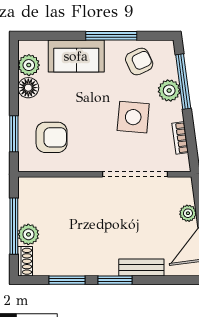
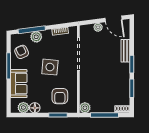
side table: (133, 117) -> (50, 67), moved
armchair: (52, 137) -> (60, 96), turned 180
plant: (28, 234) -> (85, 108), moved

